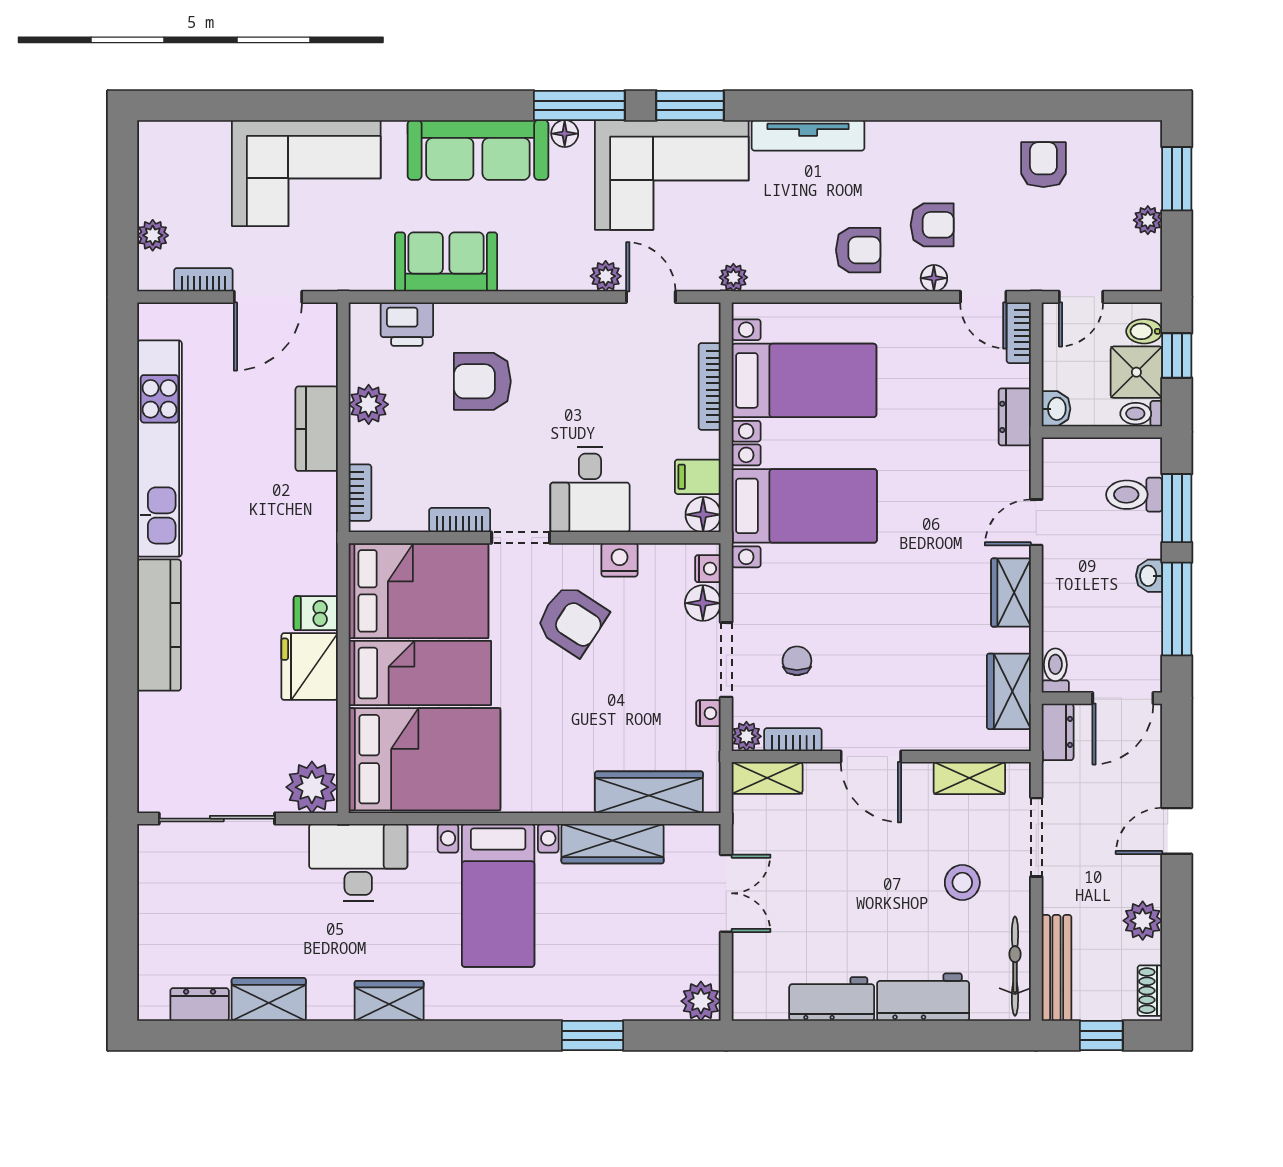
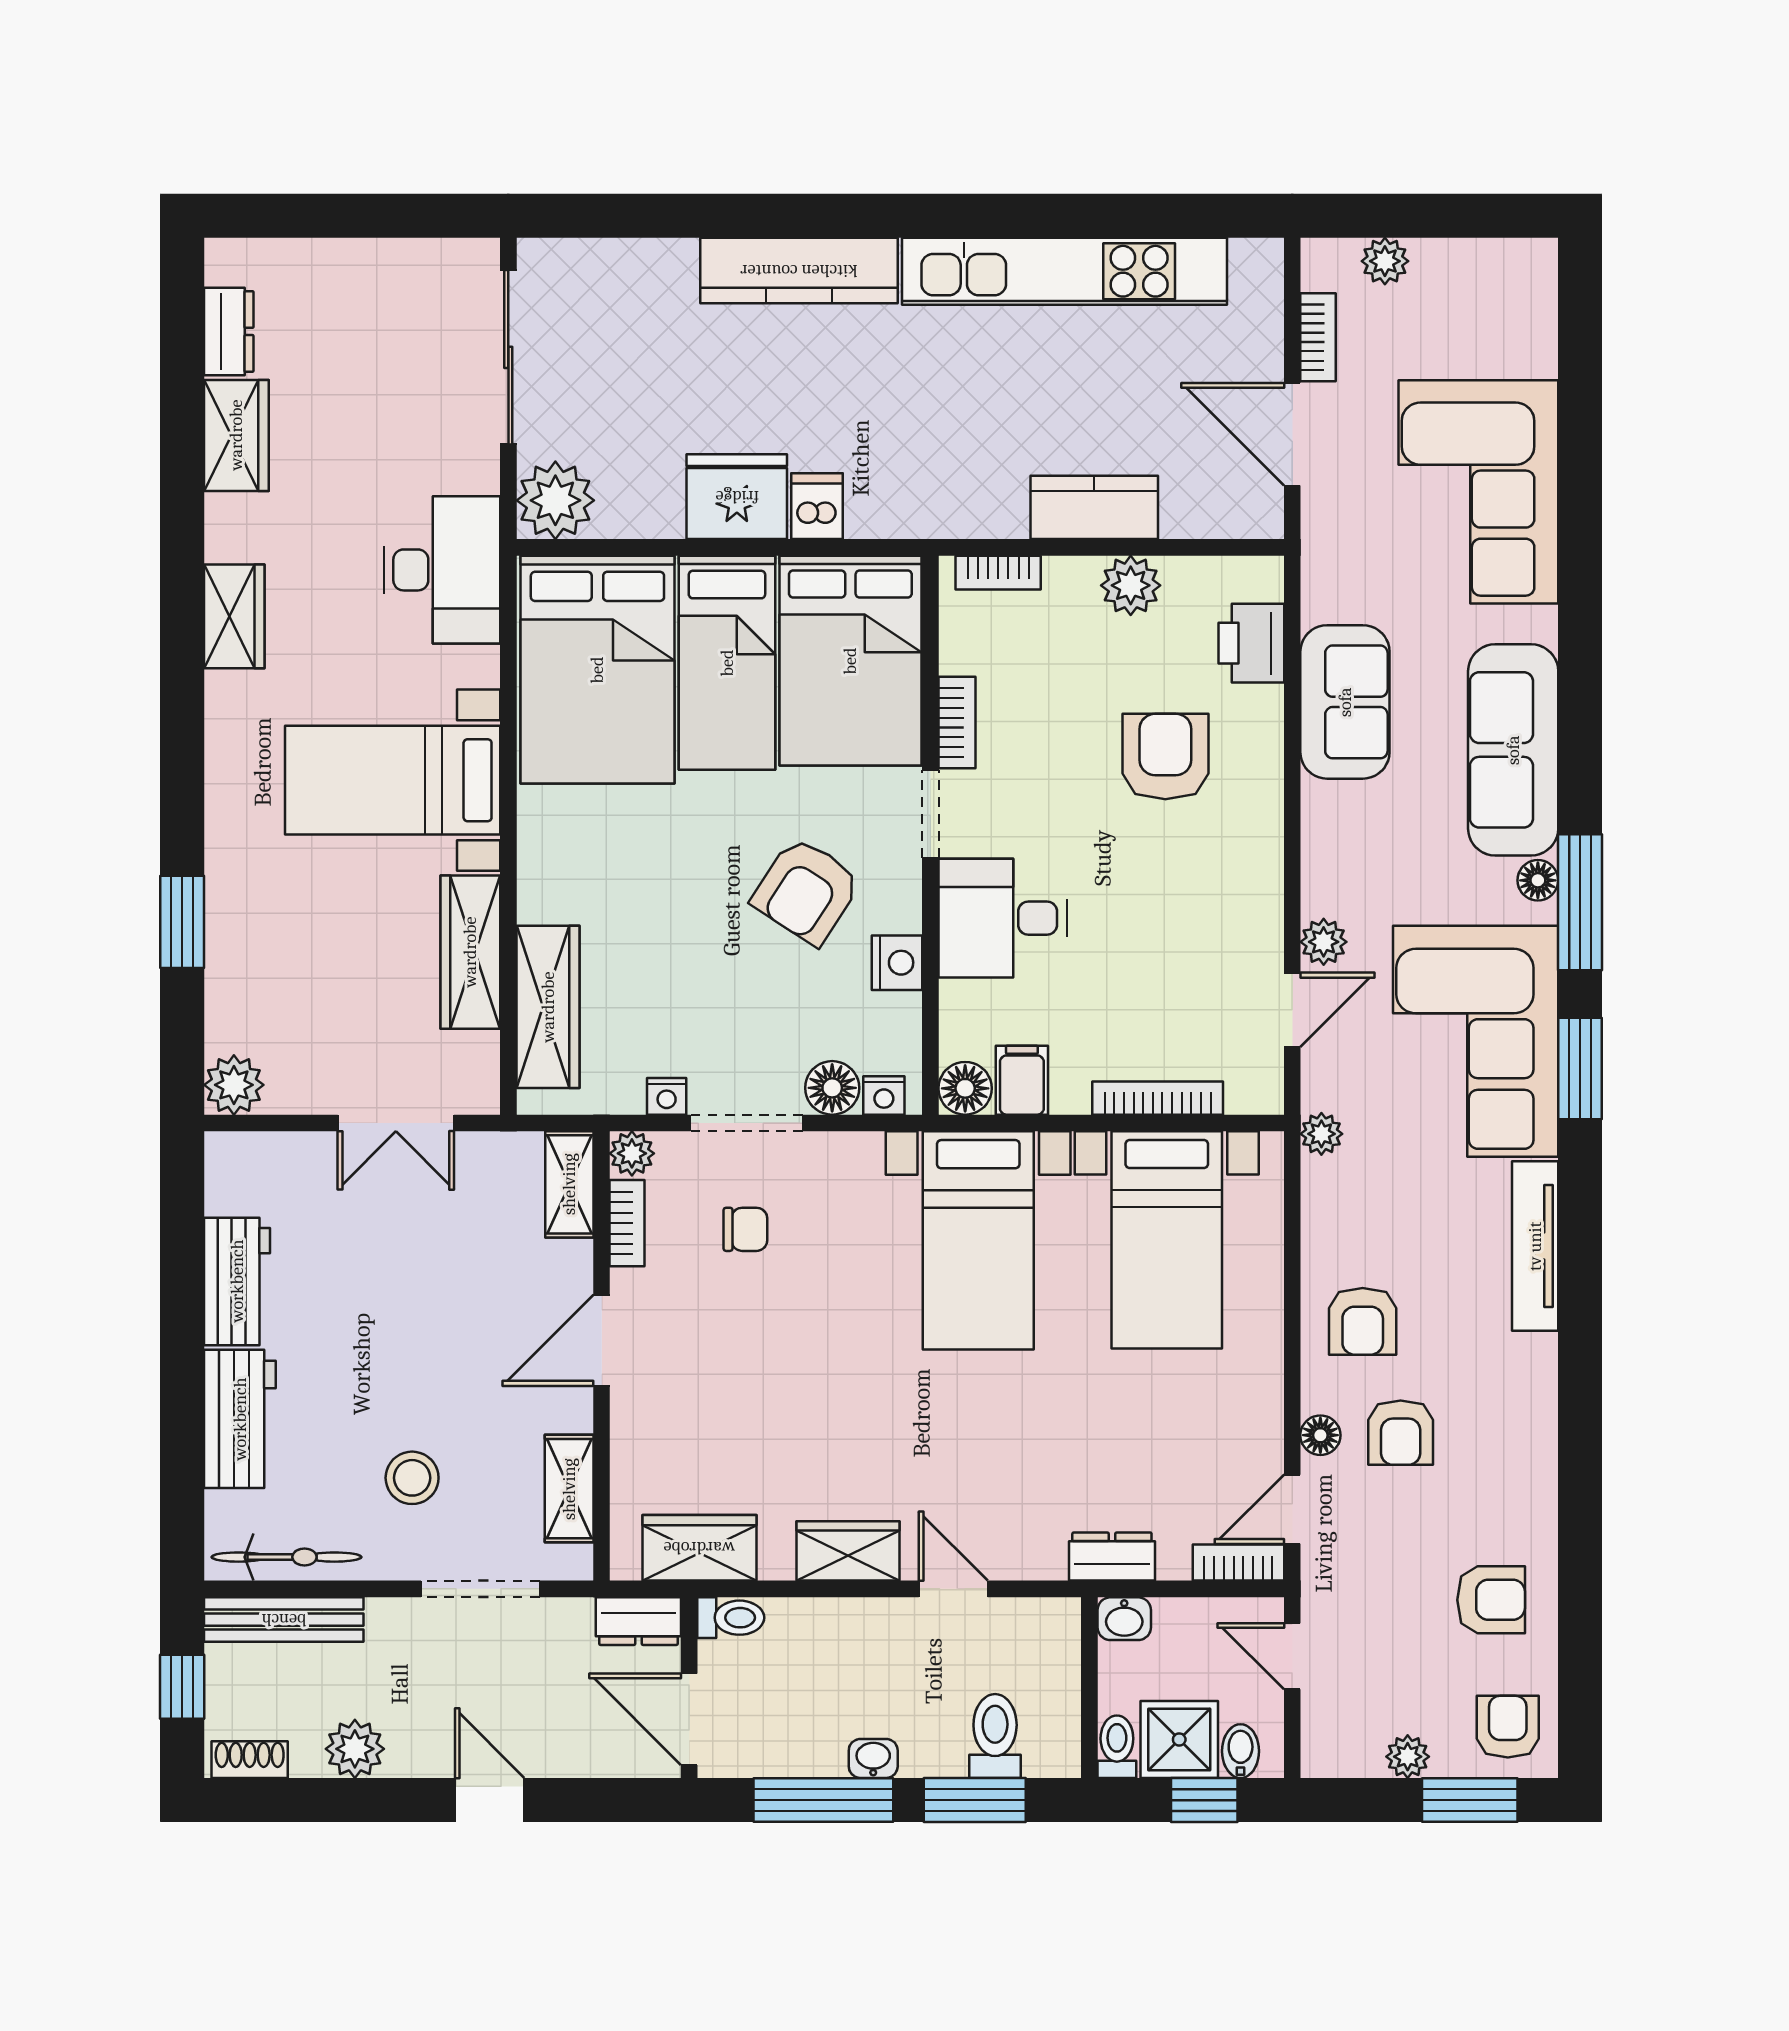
armchair: (1128, 154) -> (1508, 1727), added

